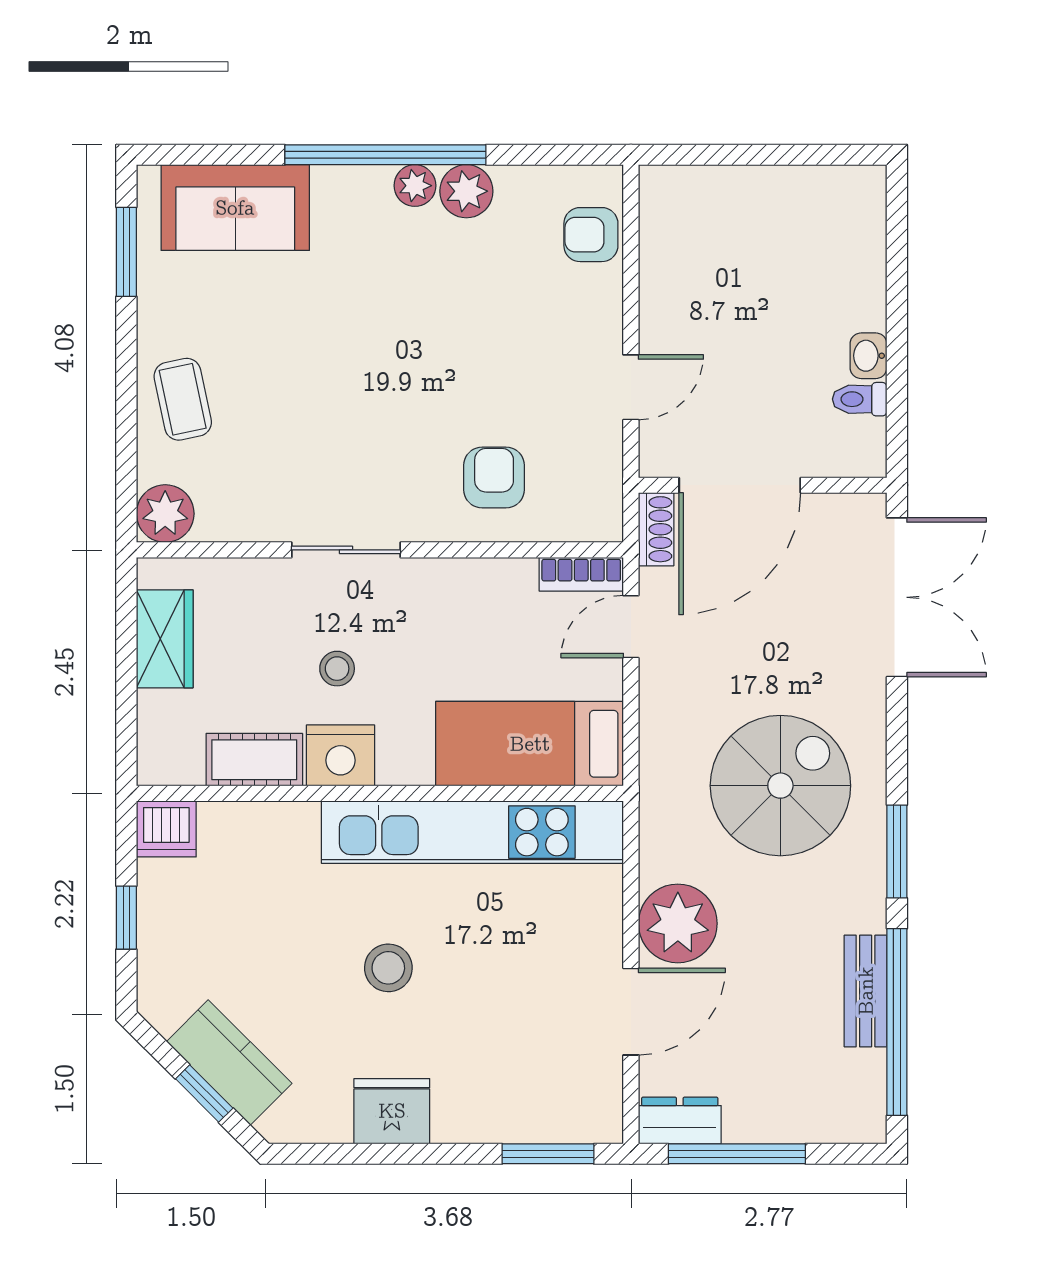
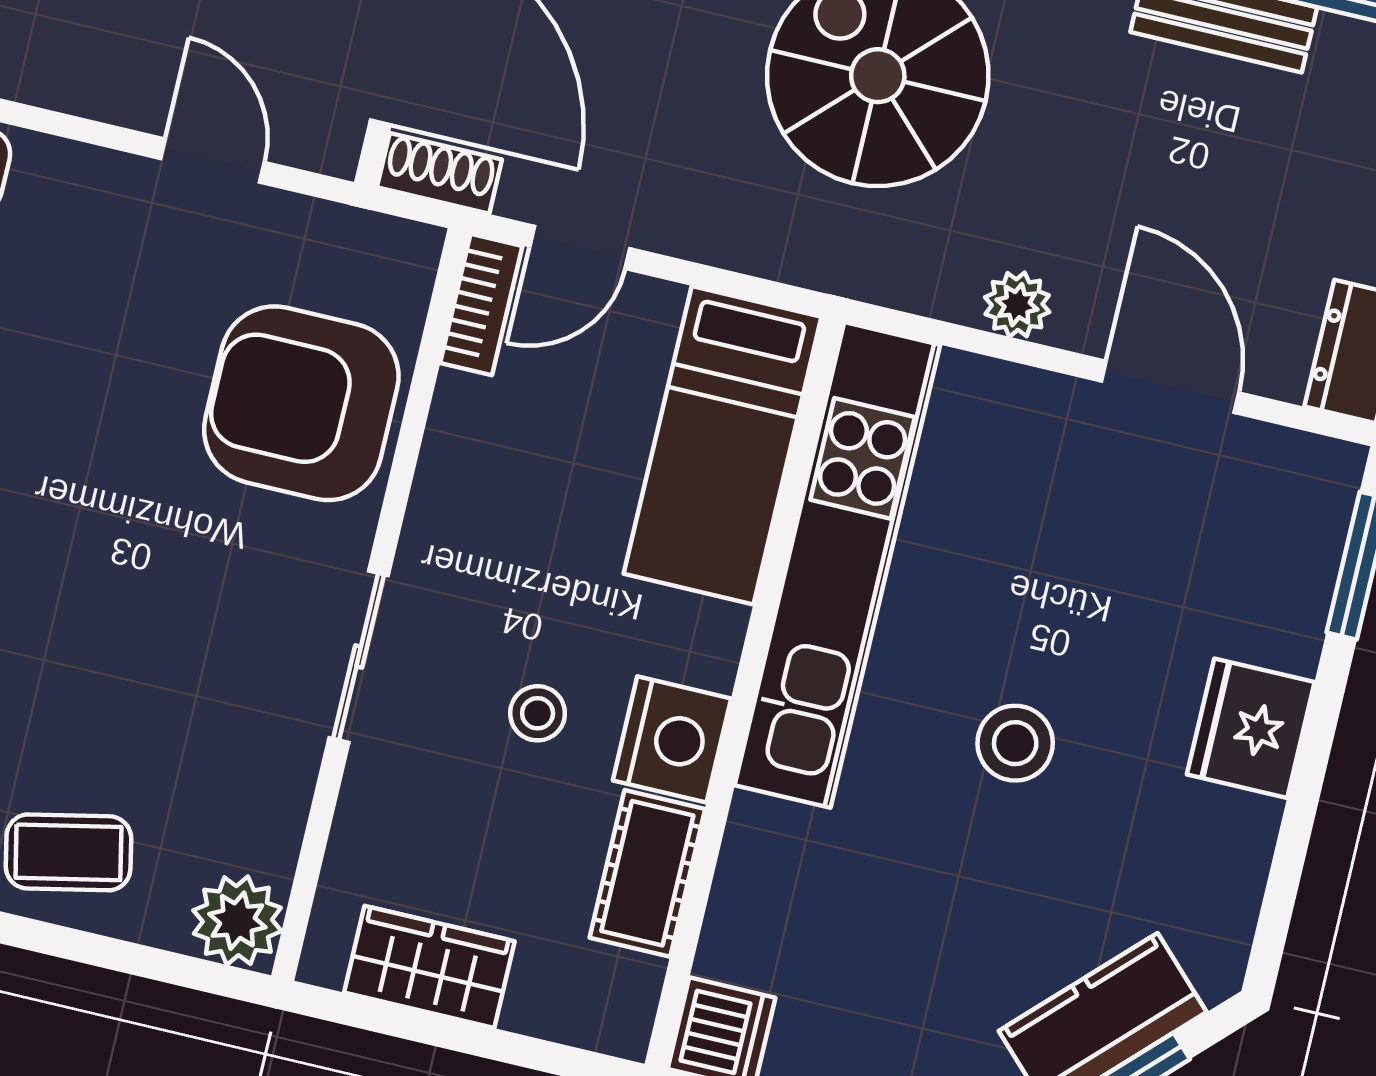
armchair: (494, 477) -> (301, 403), width x1.88, depth x1.88
door: (631, 627) -> (580, 247), hinge flipped
plant: (678, 923) -> (1017, 305), width x0.53, depth x0.53
fridge: (392, 1111) -> (1251, 728), moved

